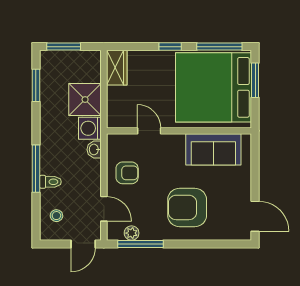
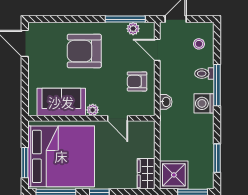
shower: (85, 100) -> (174, 175), moved
washing machine: (90, 128) -> (204, 103), moved, turned 180
plant: (178, 140) -> (93, 110), added
armchair: (187, 207) -> (84, 51), turned 180

